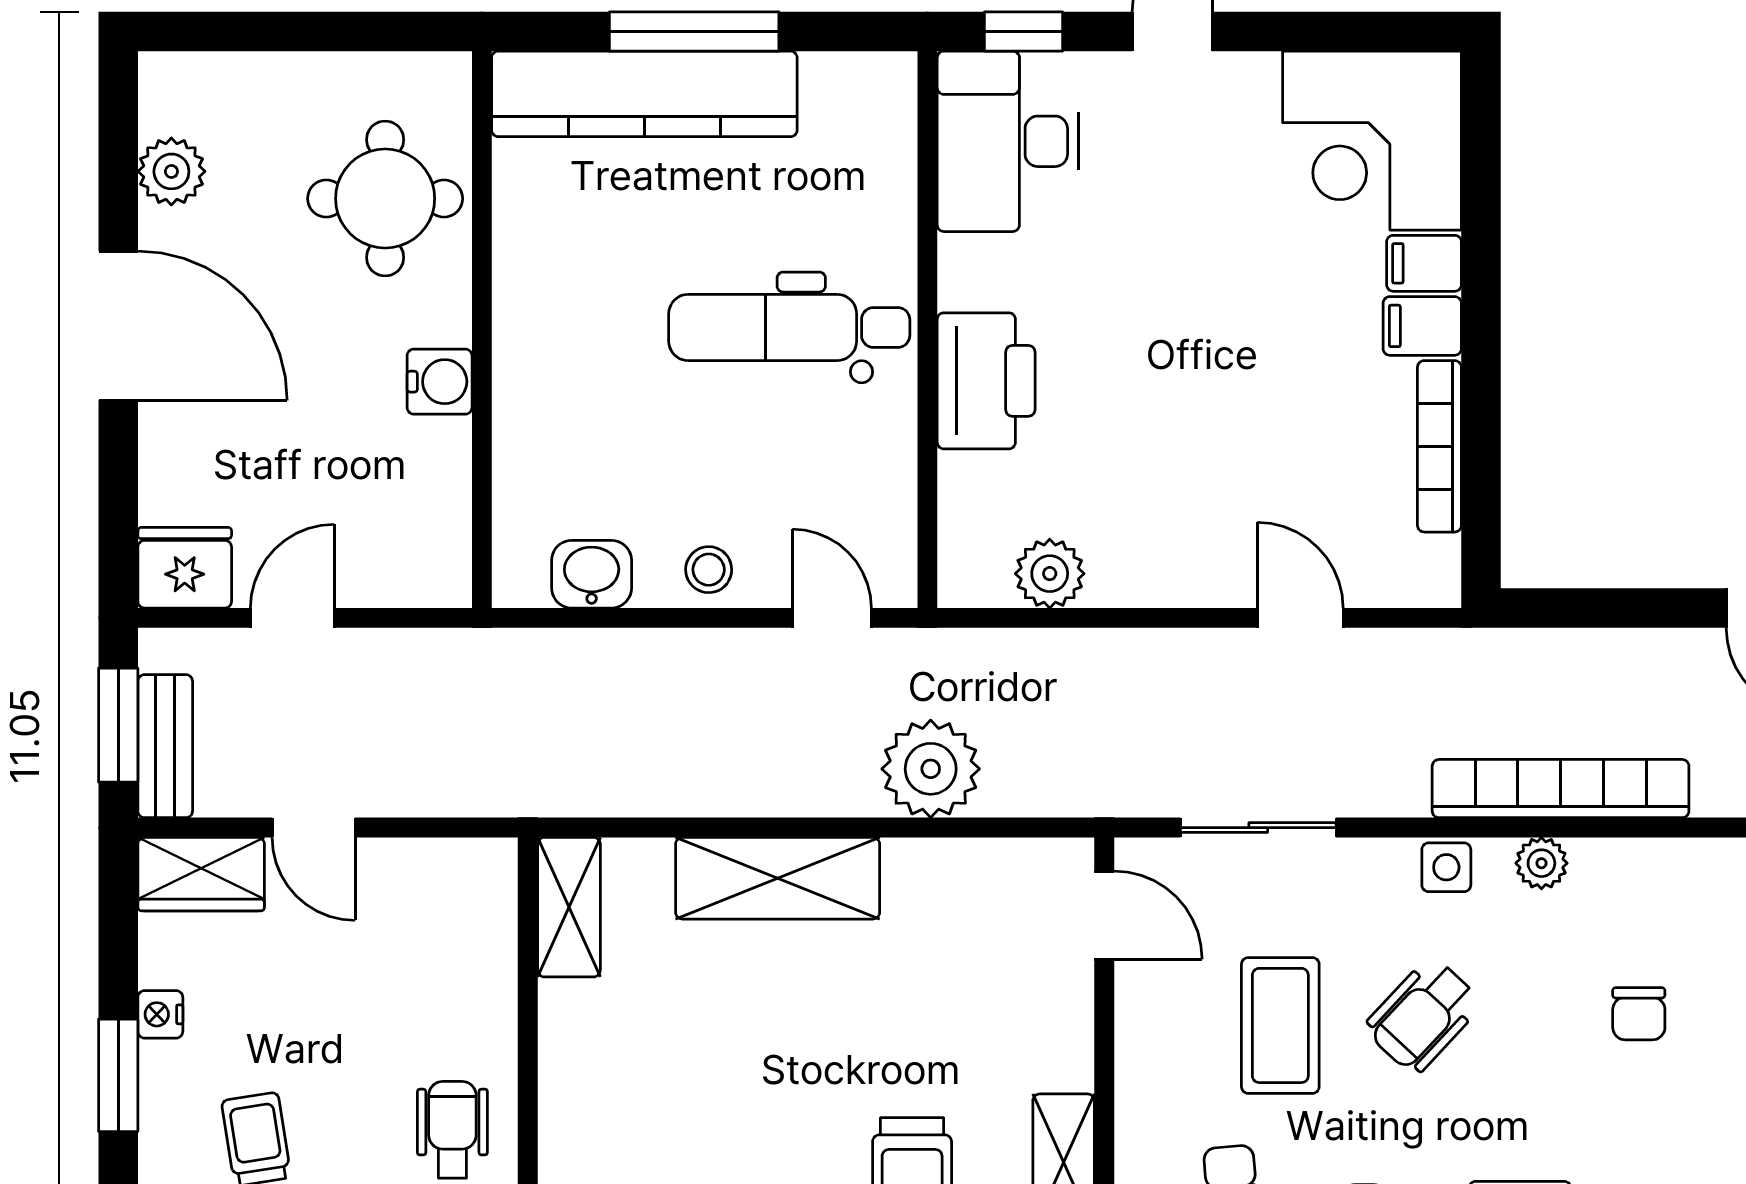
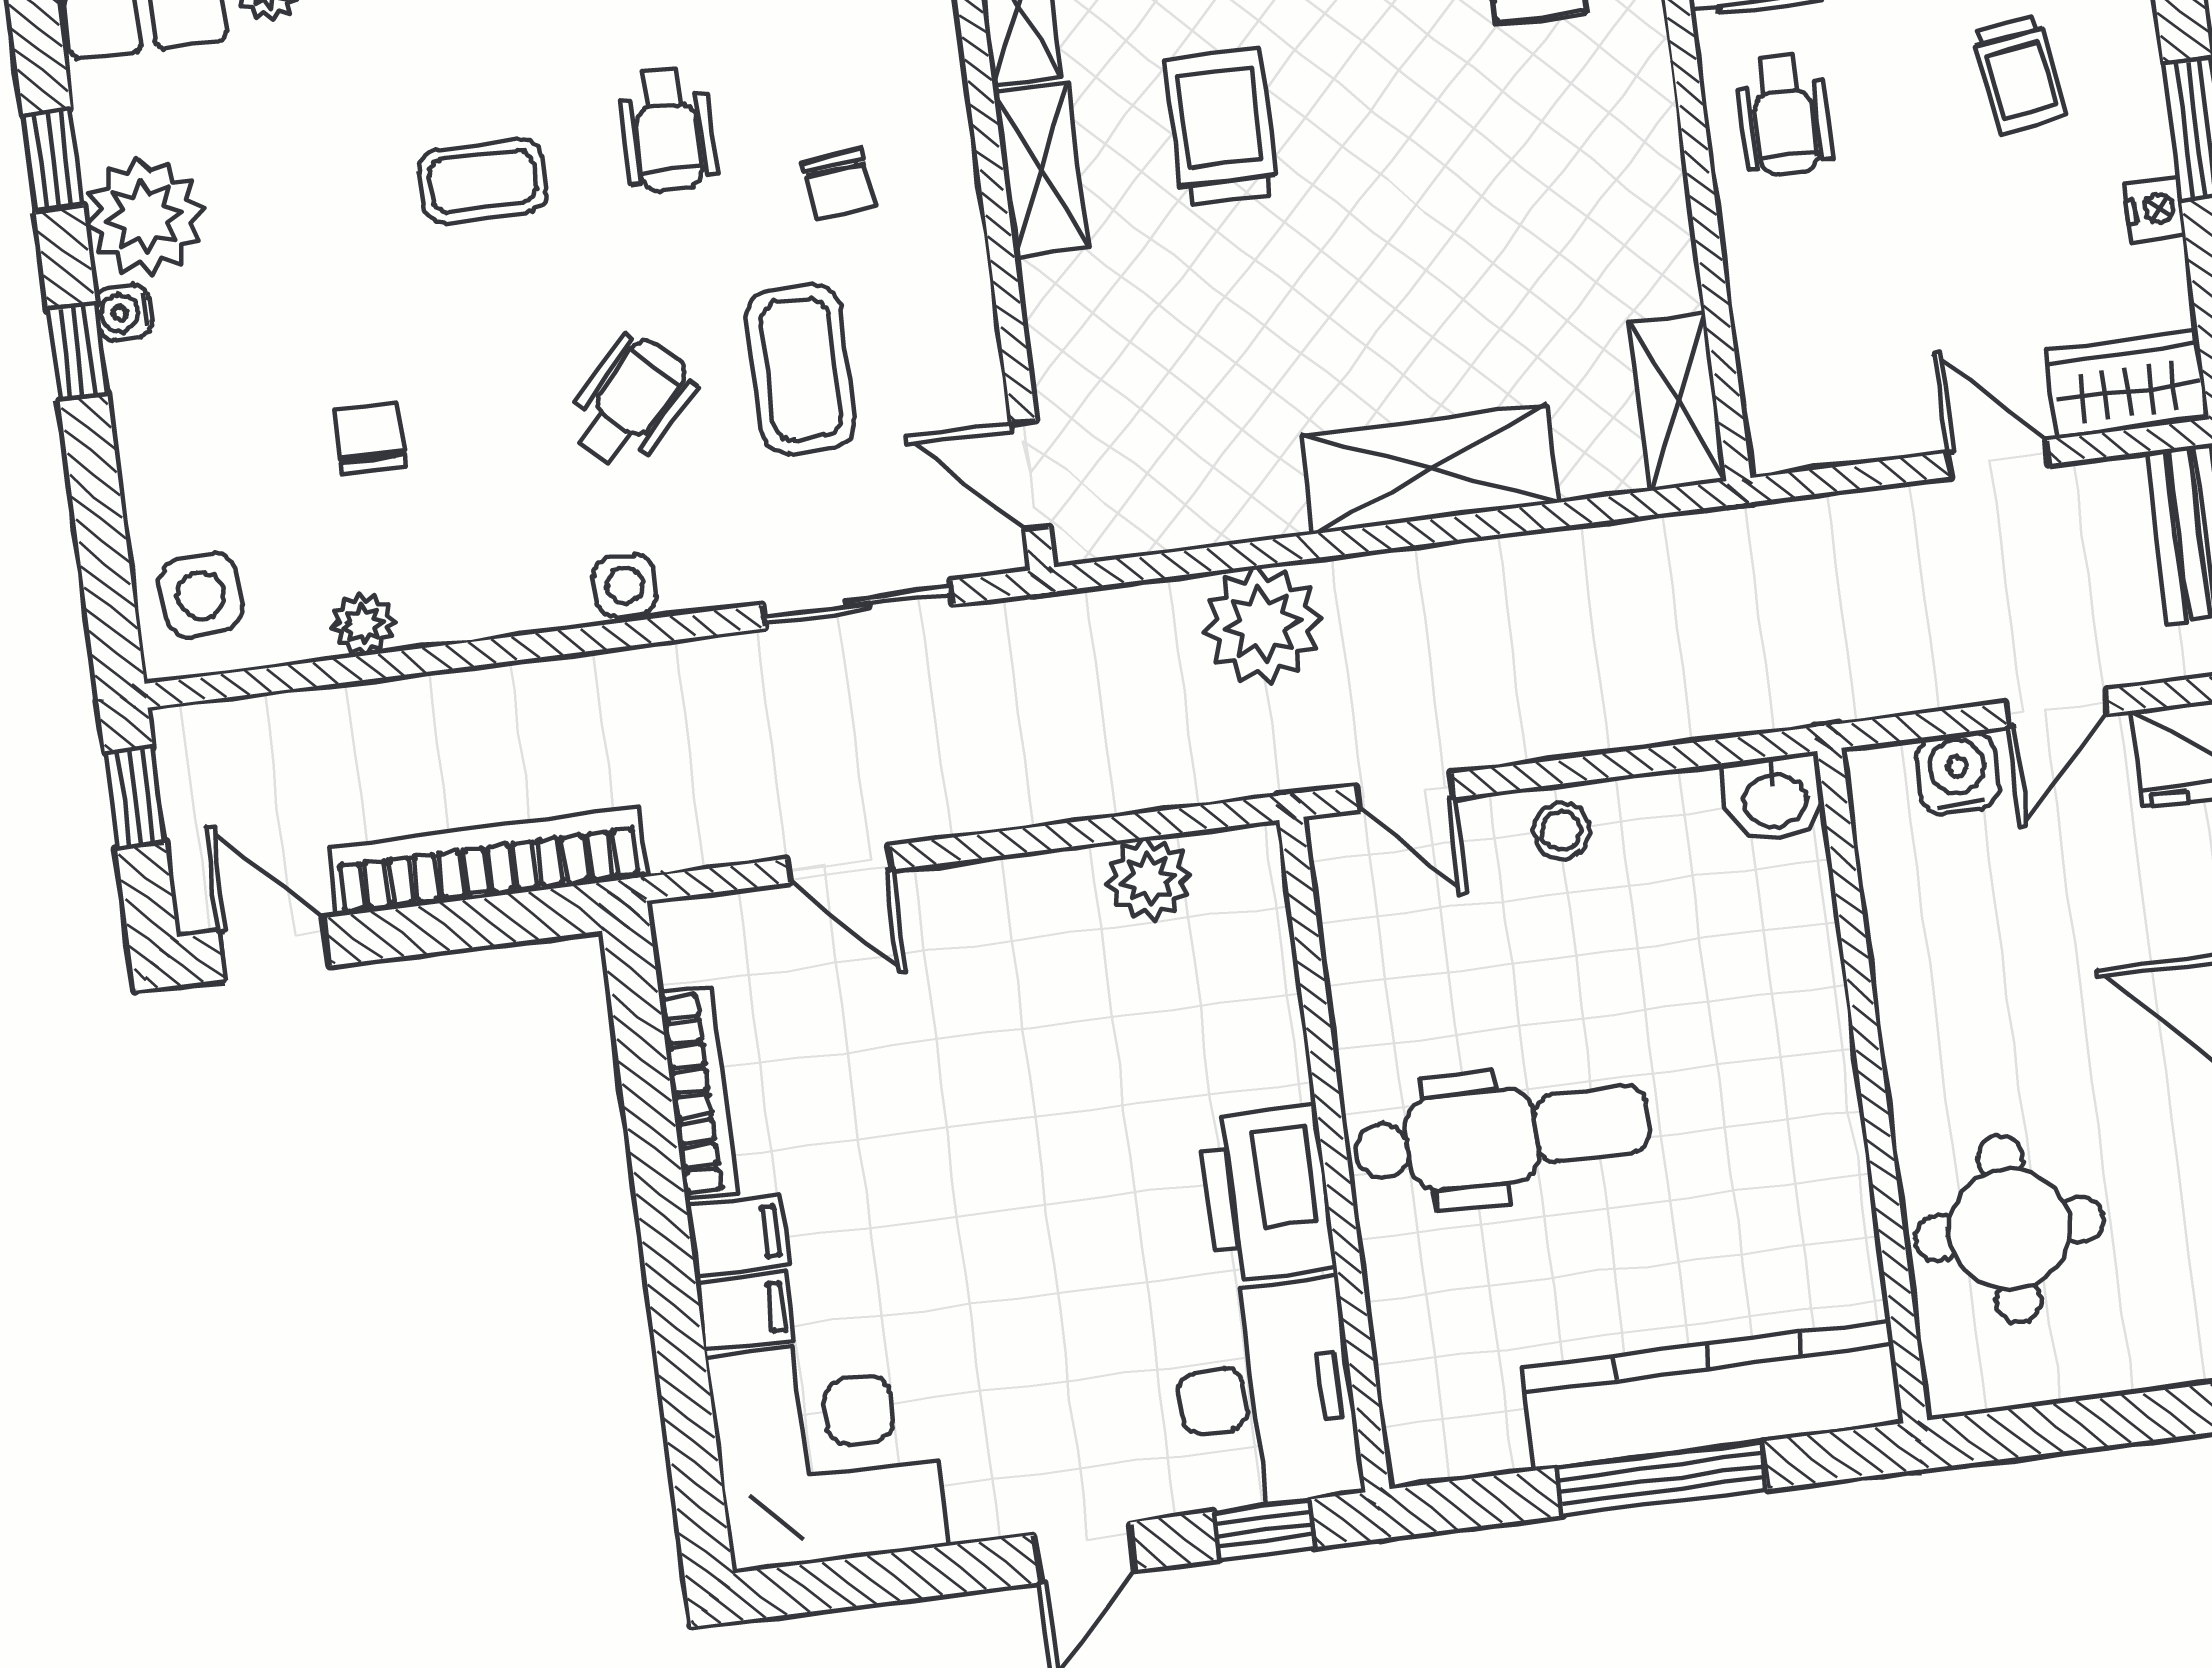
printer: (986, 381) -> (1267, 1194), moved
water cooler: (440, 382) -> (1958, 773), moved, turned 90
washbasin: (592, 574) -> (1774, 798), moved
bookcase: (1561, 789) -> (487, 861), moved, turned 180
plant: (1541, 863) -> (363, 624), moved

